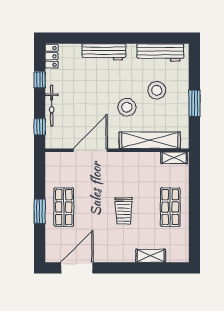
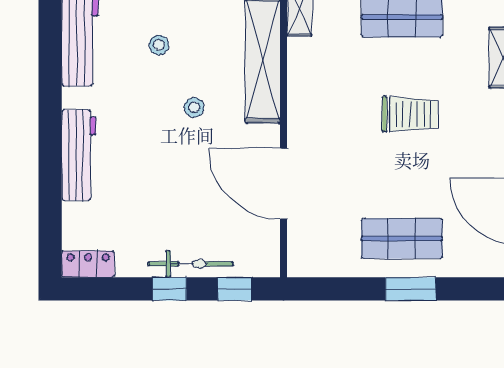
window: (40, 80) -> (169, 289), moved
stool: (157, 90) -> (159, 45), width x0.53, depth x0.53
stool: (127, 107) -> (194, 107), width x0.53, depth x0.53

